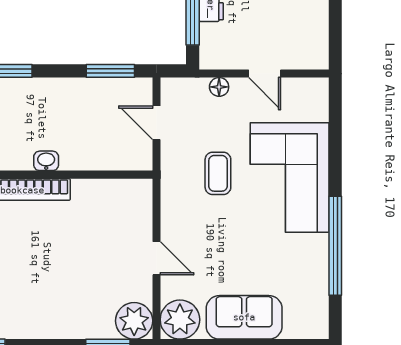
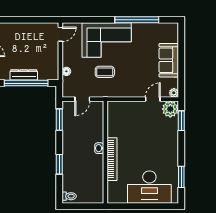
door: (265, 74) -> (60, 34), moved
door: (156, 258) -> (153, 99), moved
plant: (180, 320) -> (174, 93), width x0.53, depth x0.53

